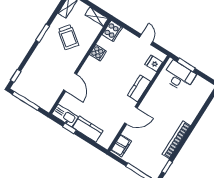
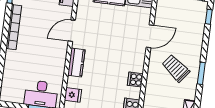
trolley: (68, 37) -> (176, 68), moved
door: (70, 82) -> (150, 36), swing flipped

